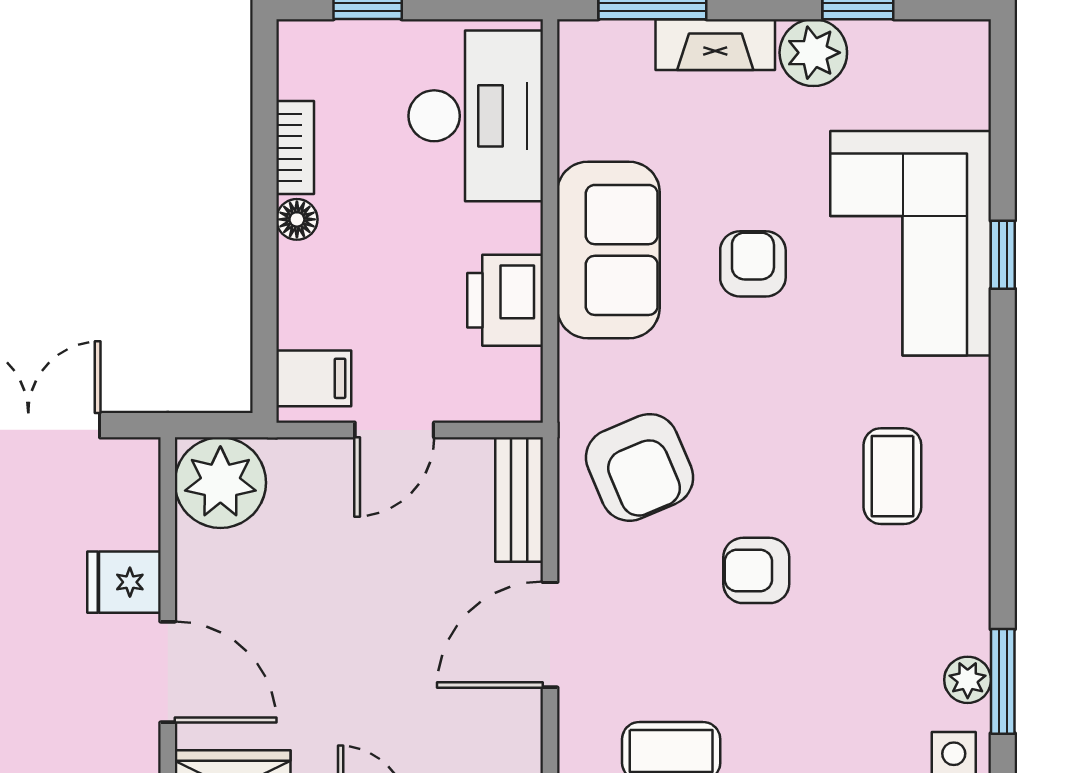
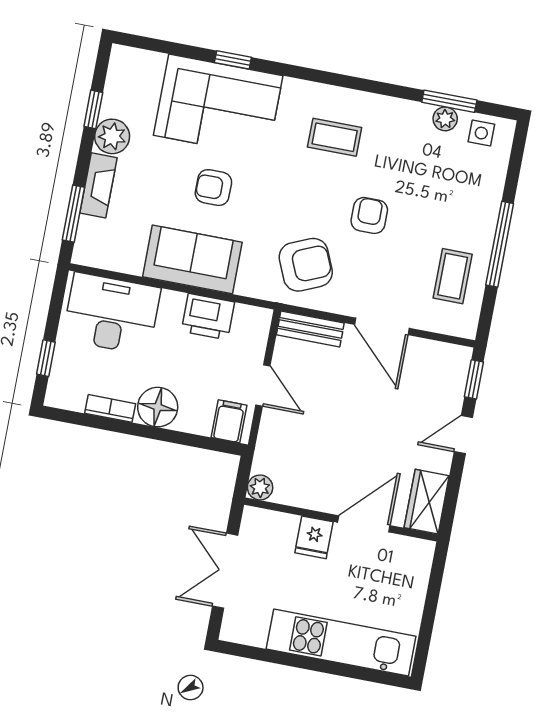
floor lamp: (297, 219) -> (158, 407), width x1.89, depth x1.89
plant: (220, 483) -> (260, 487), width x0.53, depth x0.53
armchair: (756, 570) -> (369, 215), turned 180

